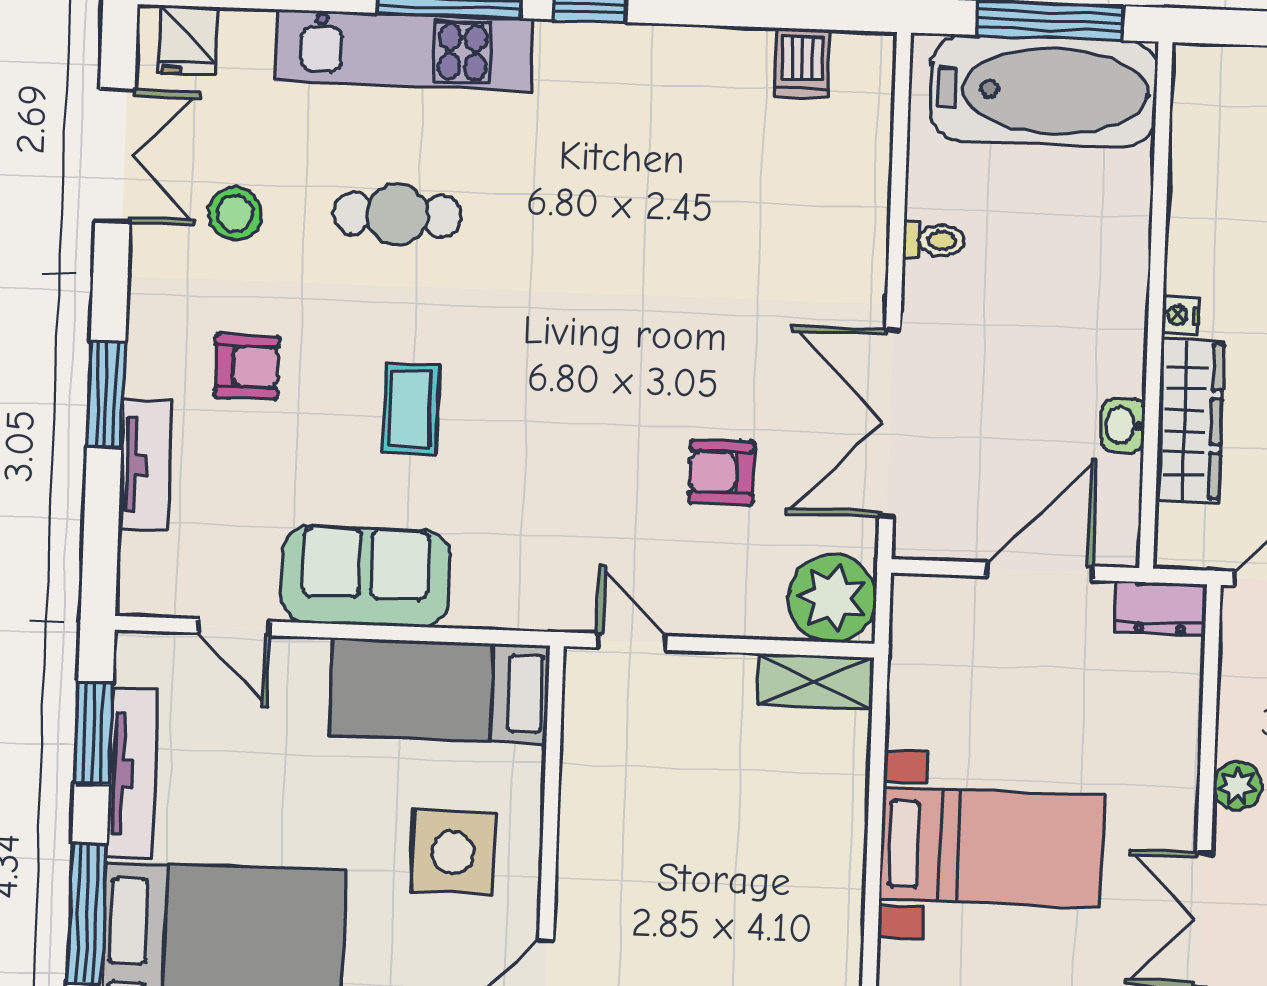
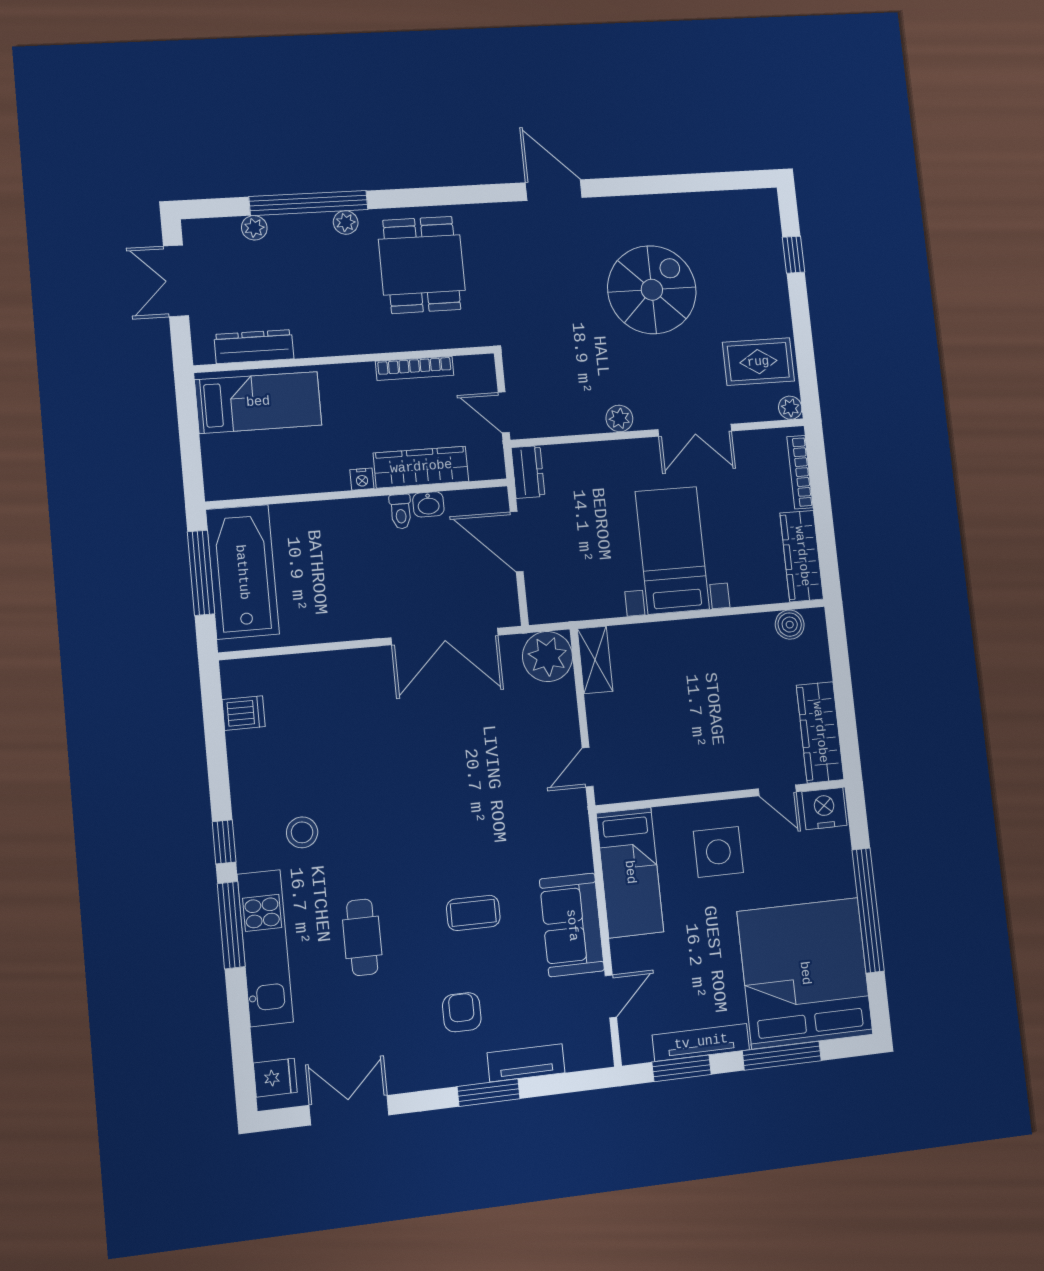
stool: (235, 214) -> (302, 832), moved
toilet: (933, 240) -> (401, 512), moved, turned 180
armchair: (722, 472) -> (485, 729), removed

